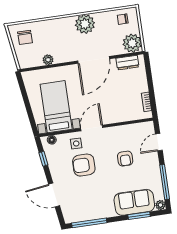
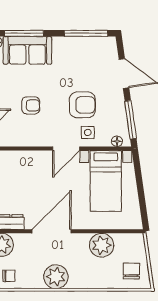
plant: (48, 60) -> (102, 245), width x1.88, depth x1.88
window: (43, 159) -> (131, 120), width x2.17
armchair: (125, 159) -> (31, 105), turned 90
window: (139, 216) -> (24, 33), width x1.44

